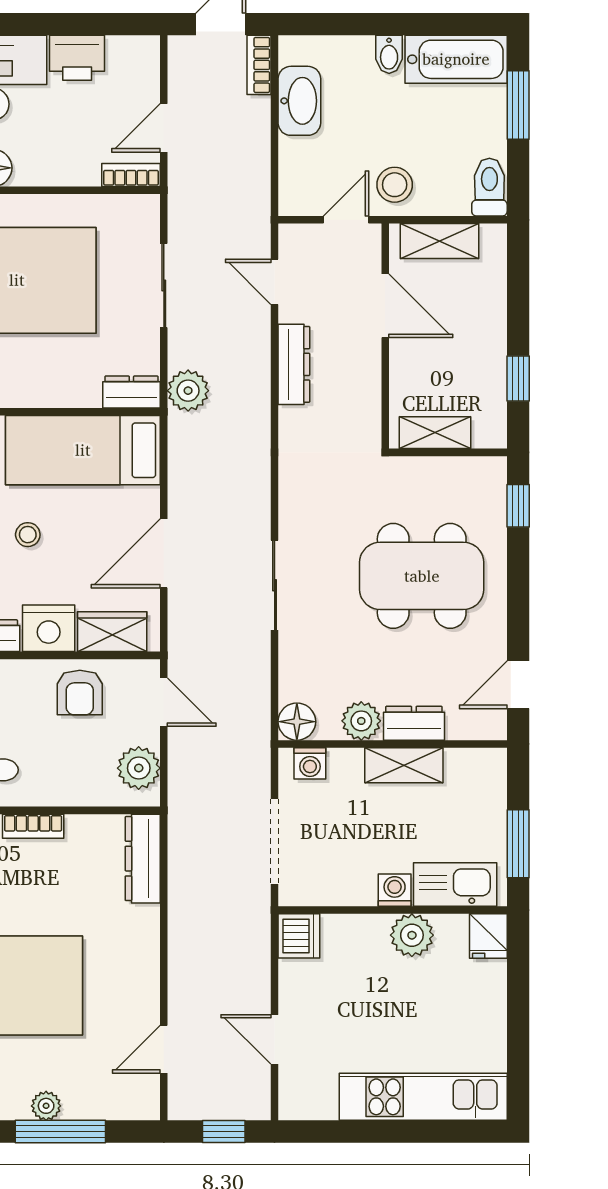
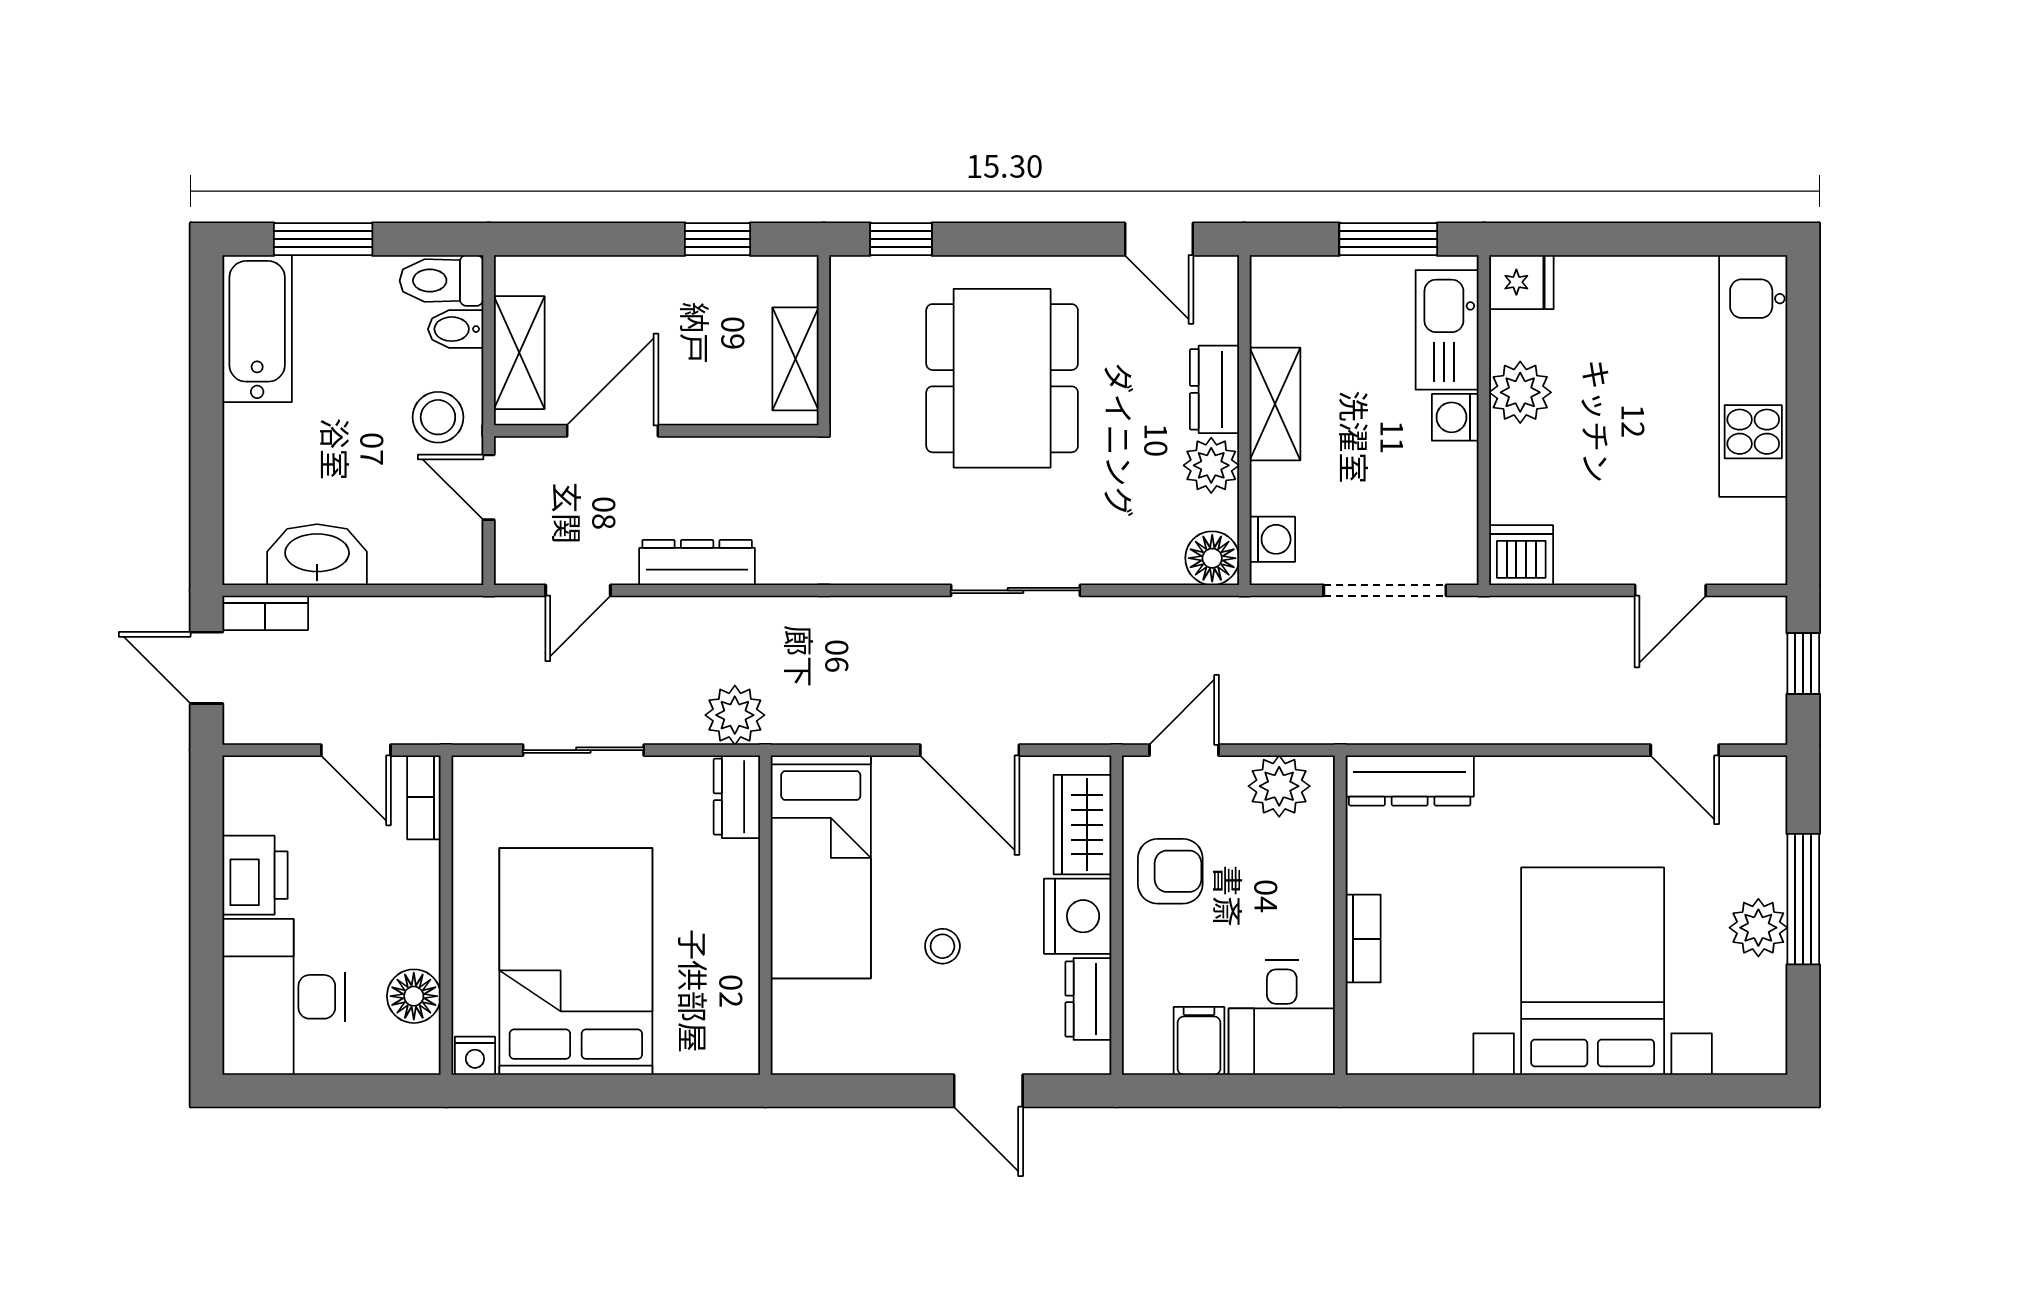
bidet: (389, 54) -> (456, 329), moved, turned 180
plant: (46, 1106) -> (1758, 928), width x1.38, depth x1.38

